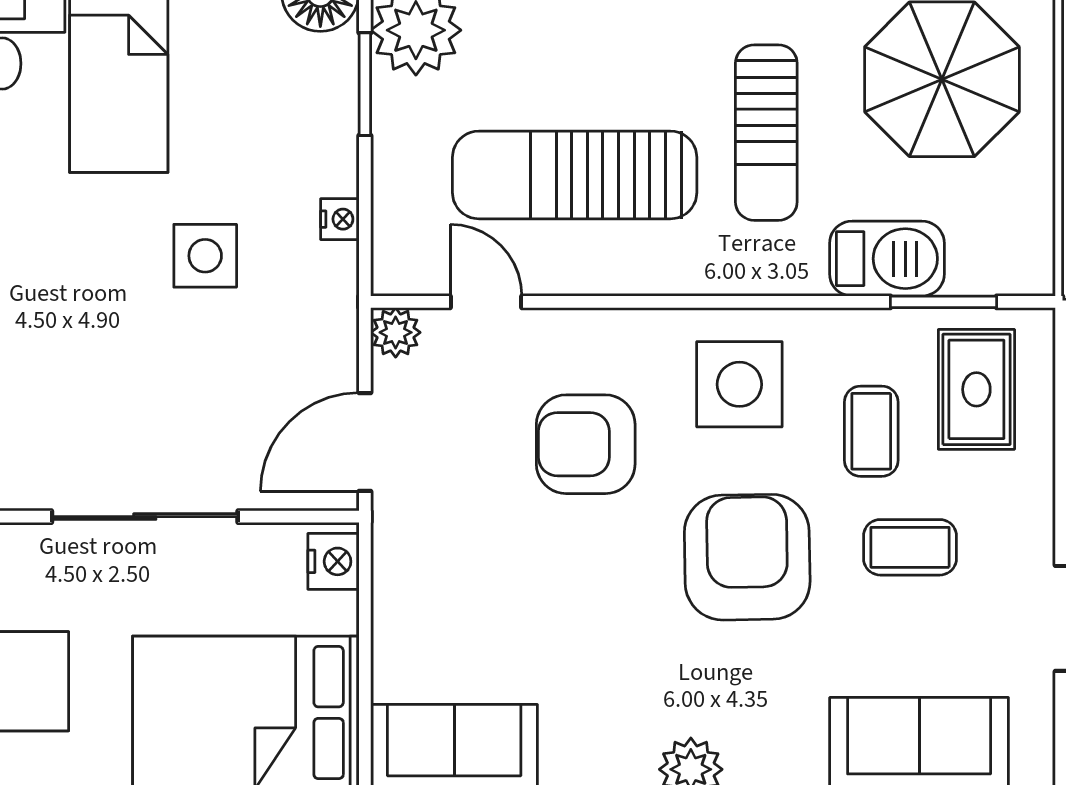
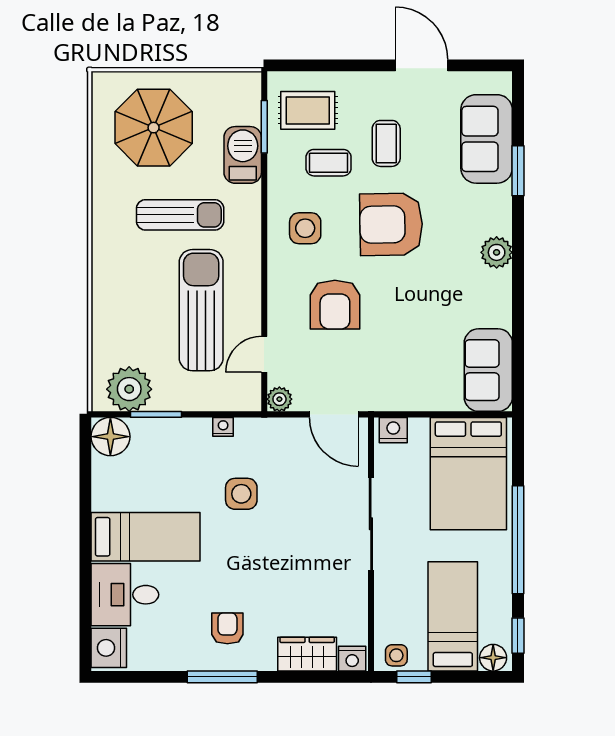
sun lounger: (575, 175) -> (201, 310), turned 180
side table: (739, 384) -> (305, 228), width x0.73, depth x0.73

